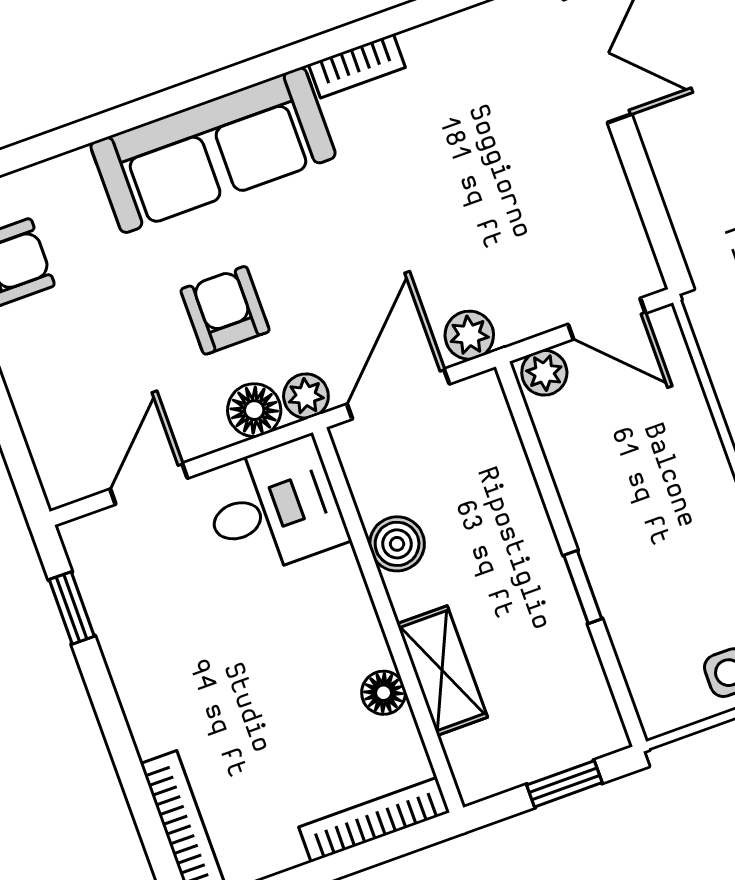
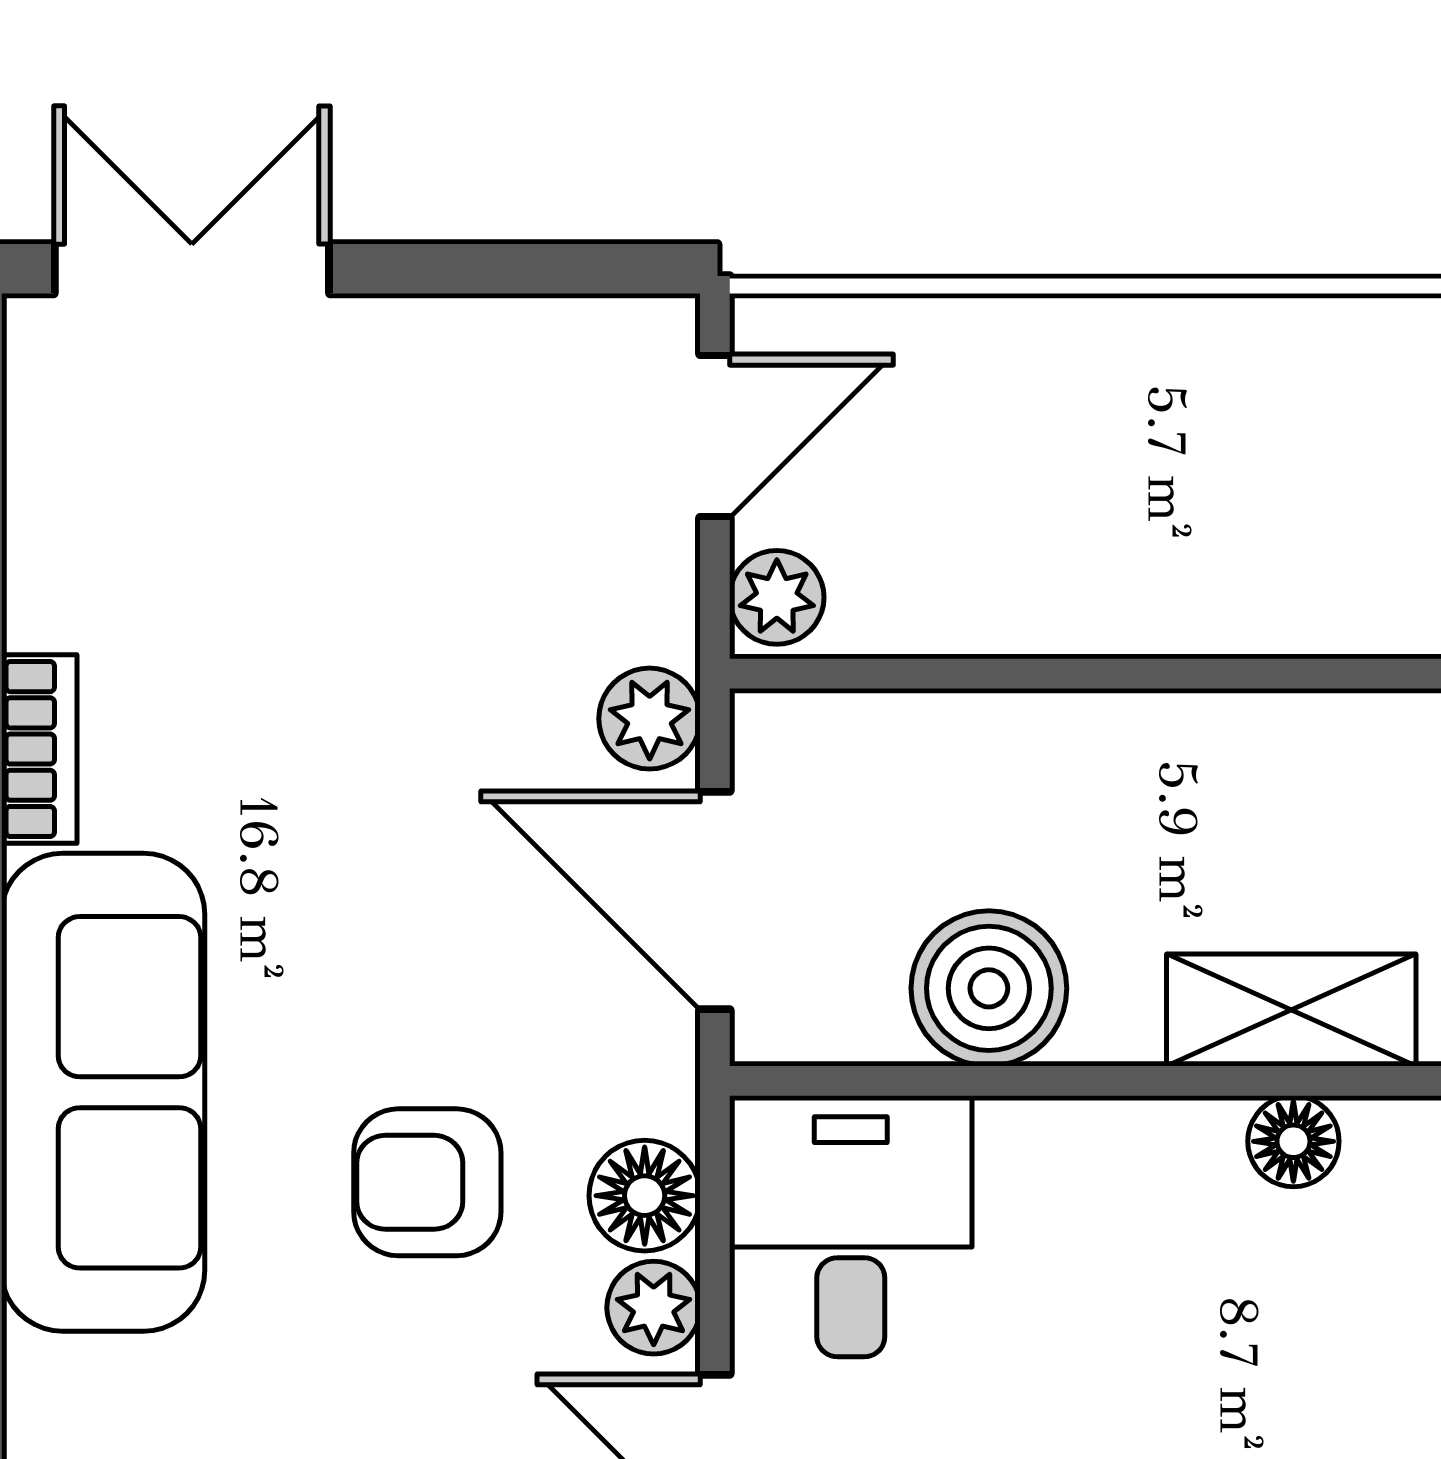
plant: (306, 396) -> (654, 1308), moved
boiler: (397, 544) -> (989, 988), width x1.36, depth x1.36
window: (583, 587) -> (1226, 674), removed

